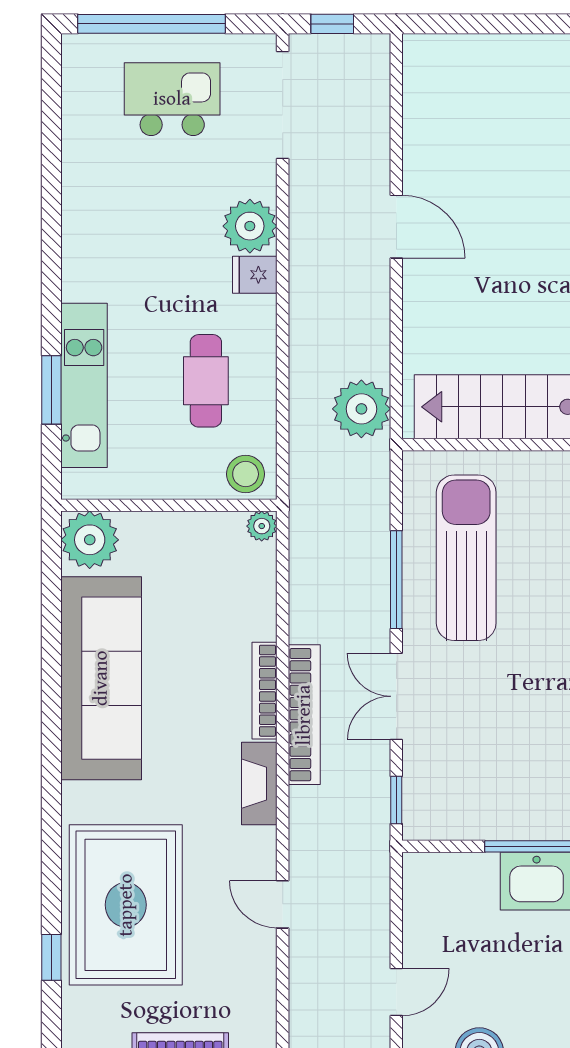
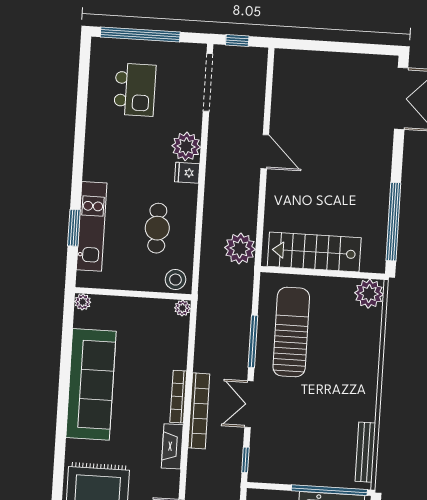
kitchen island: (172, 99) -> (135, 90), moved, turned 90
plant: (90, 540) -> (83, 302), width x0.53, depth x0.53

